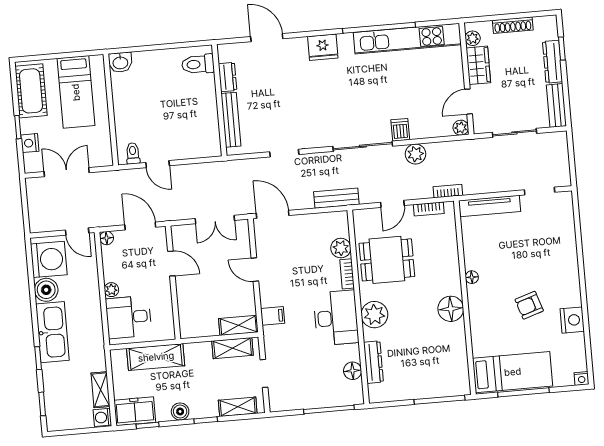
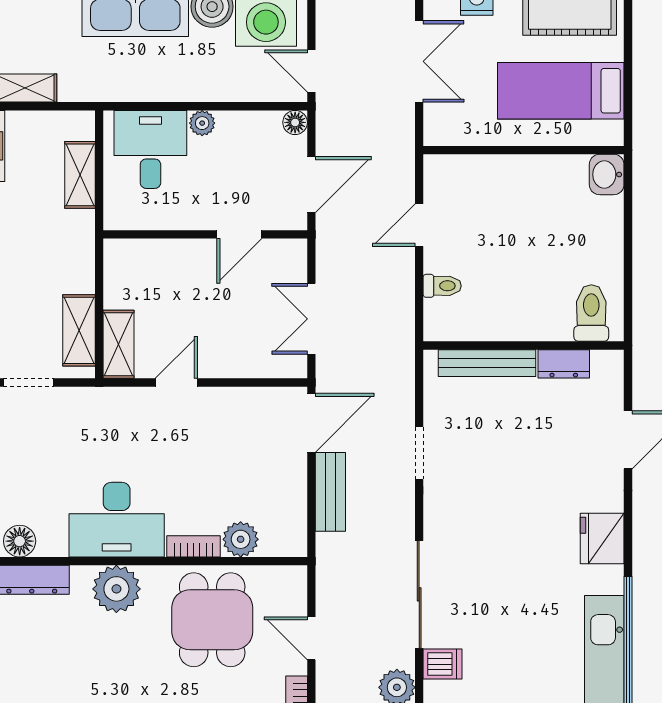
toilet: (133, 153) -> (442, 286), moved
bench: (336, 198) -> (330, 492), moved
door: (77, 232) -> (311, 71), hinge flipped
door: (255, 270) -> (176, 383), moved
filing cabinet: (273, 316) -> (130, 407), removed
shelving: (156, 357) -> (80, 175), width x0.67, depth x0.75

